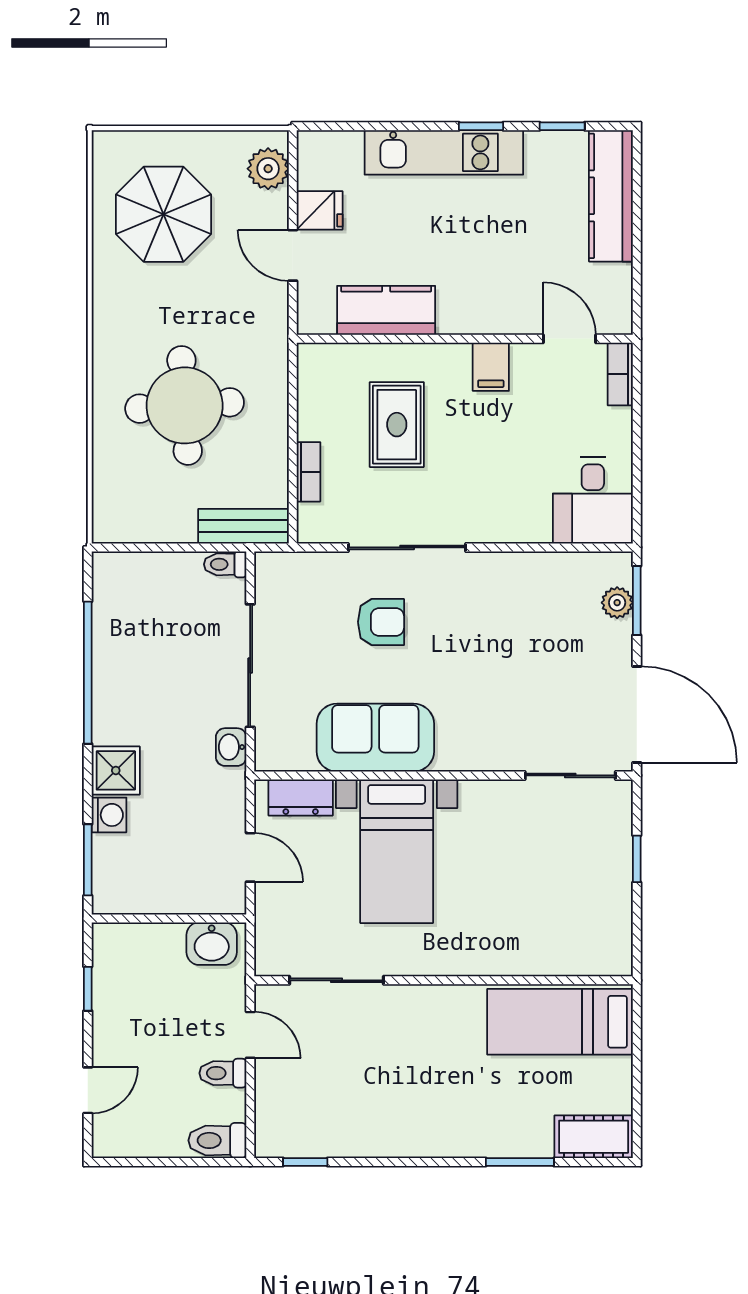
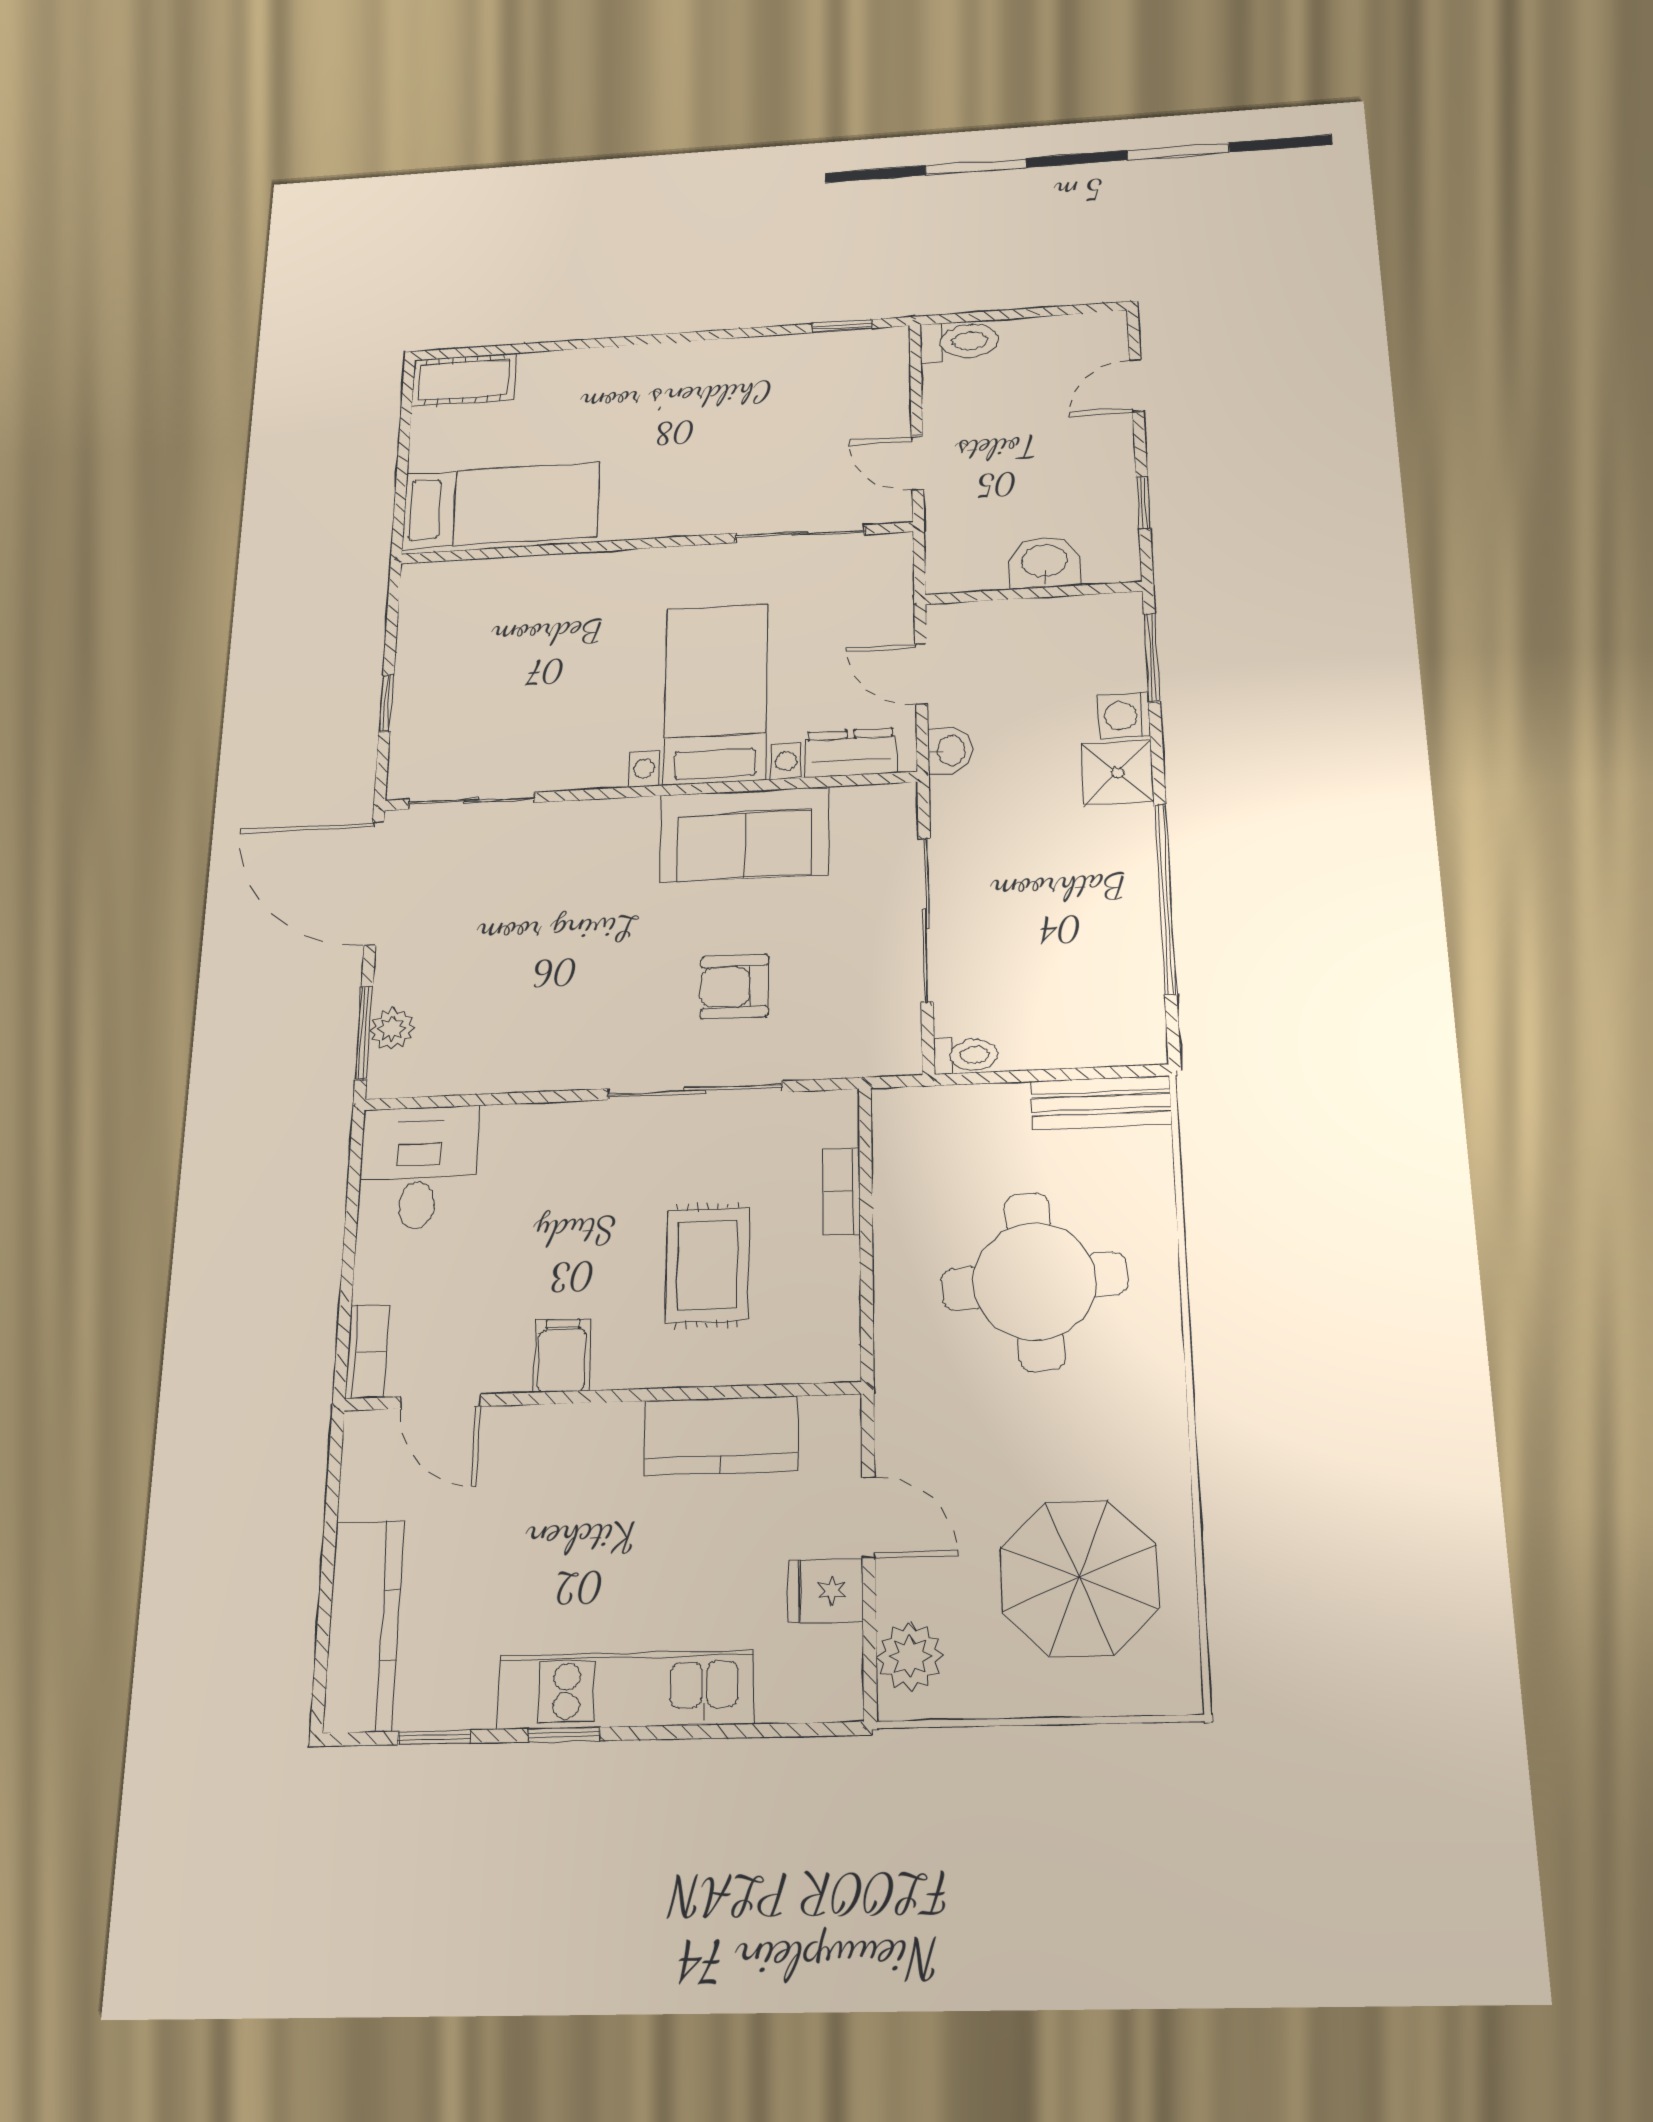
bench: (243, 526) -> (1101, 1103), moved
washbasin: (231, 747) -> (950, 751), moved
washbasin: (212, 944) -> (1045, 562), moved
toilet: (223, 1073) -> (954, 417), removed
window: (520, 1162) -> (561, 346), removed

